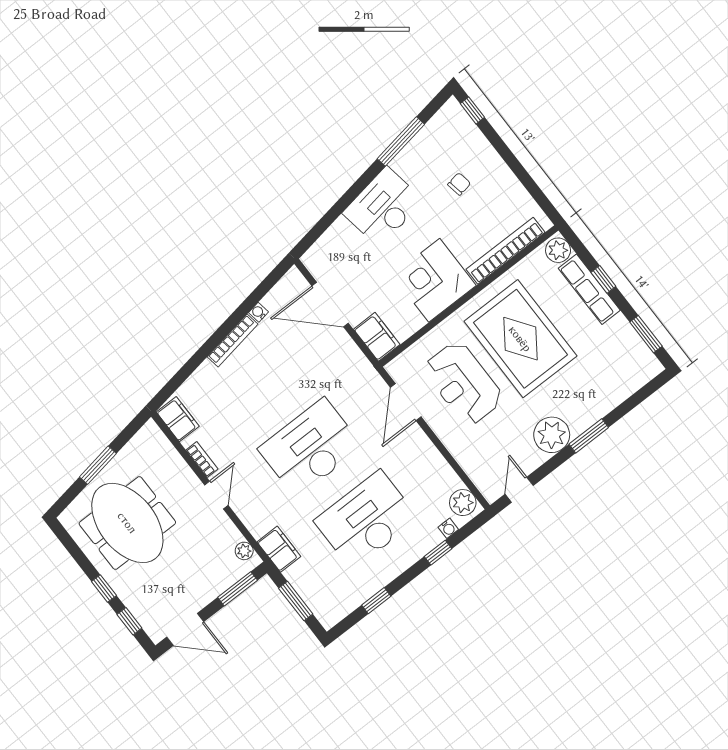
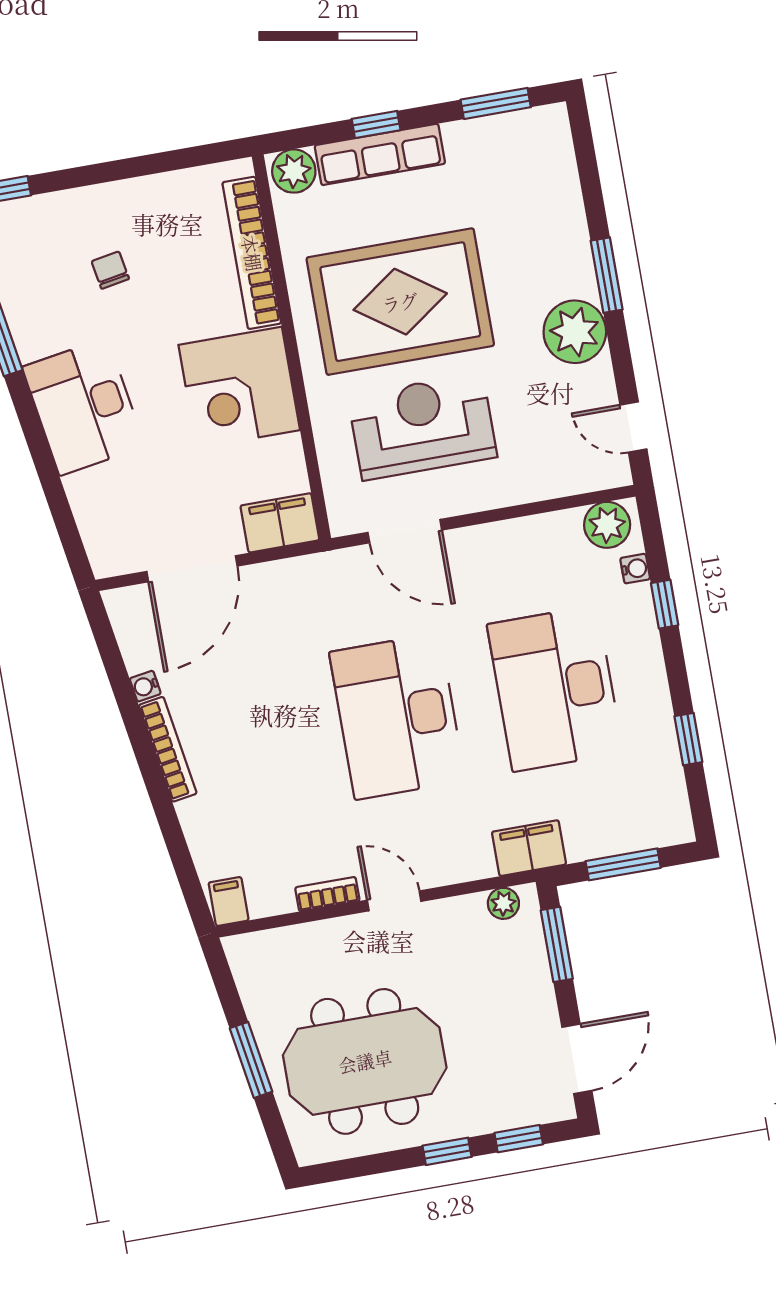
reception desk: (463, 383) -> (422, 427), turned 180
filing cabinet: (178, 419) -> (229, 901), width x0.50

